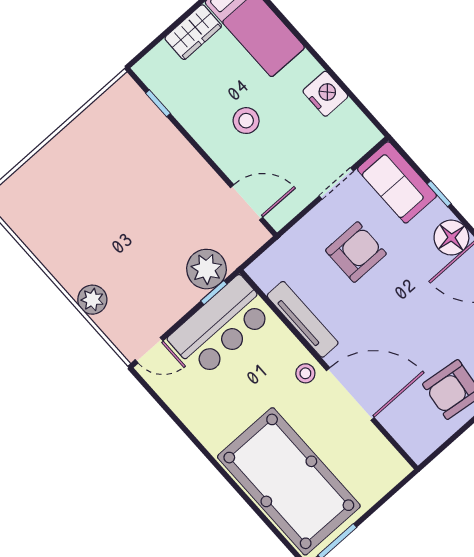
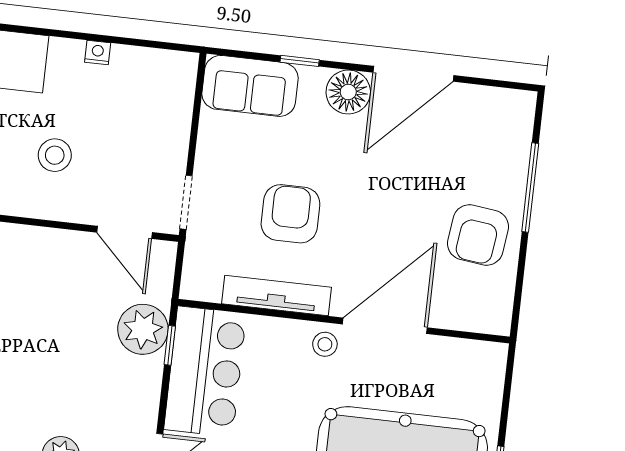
nightstand: (325, 94) -> (98, 53), width x0.53, depth x0.56
doorway: (336, 183) -> (186, 202), moved
door: (247, 202) -> (124, 232), swing flipped
armchair: (356, 252) -> (290, 214), moved

